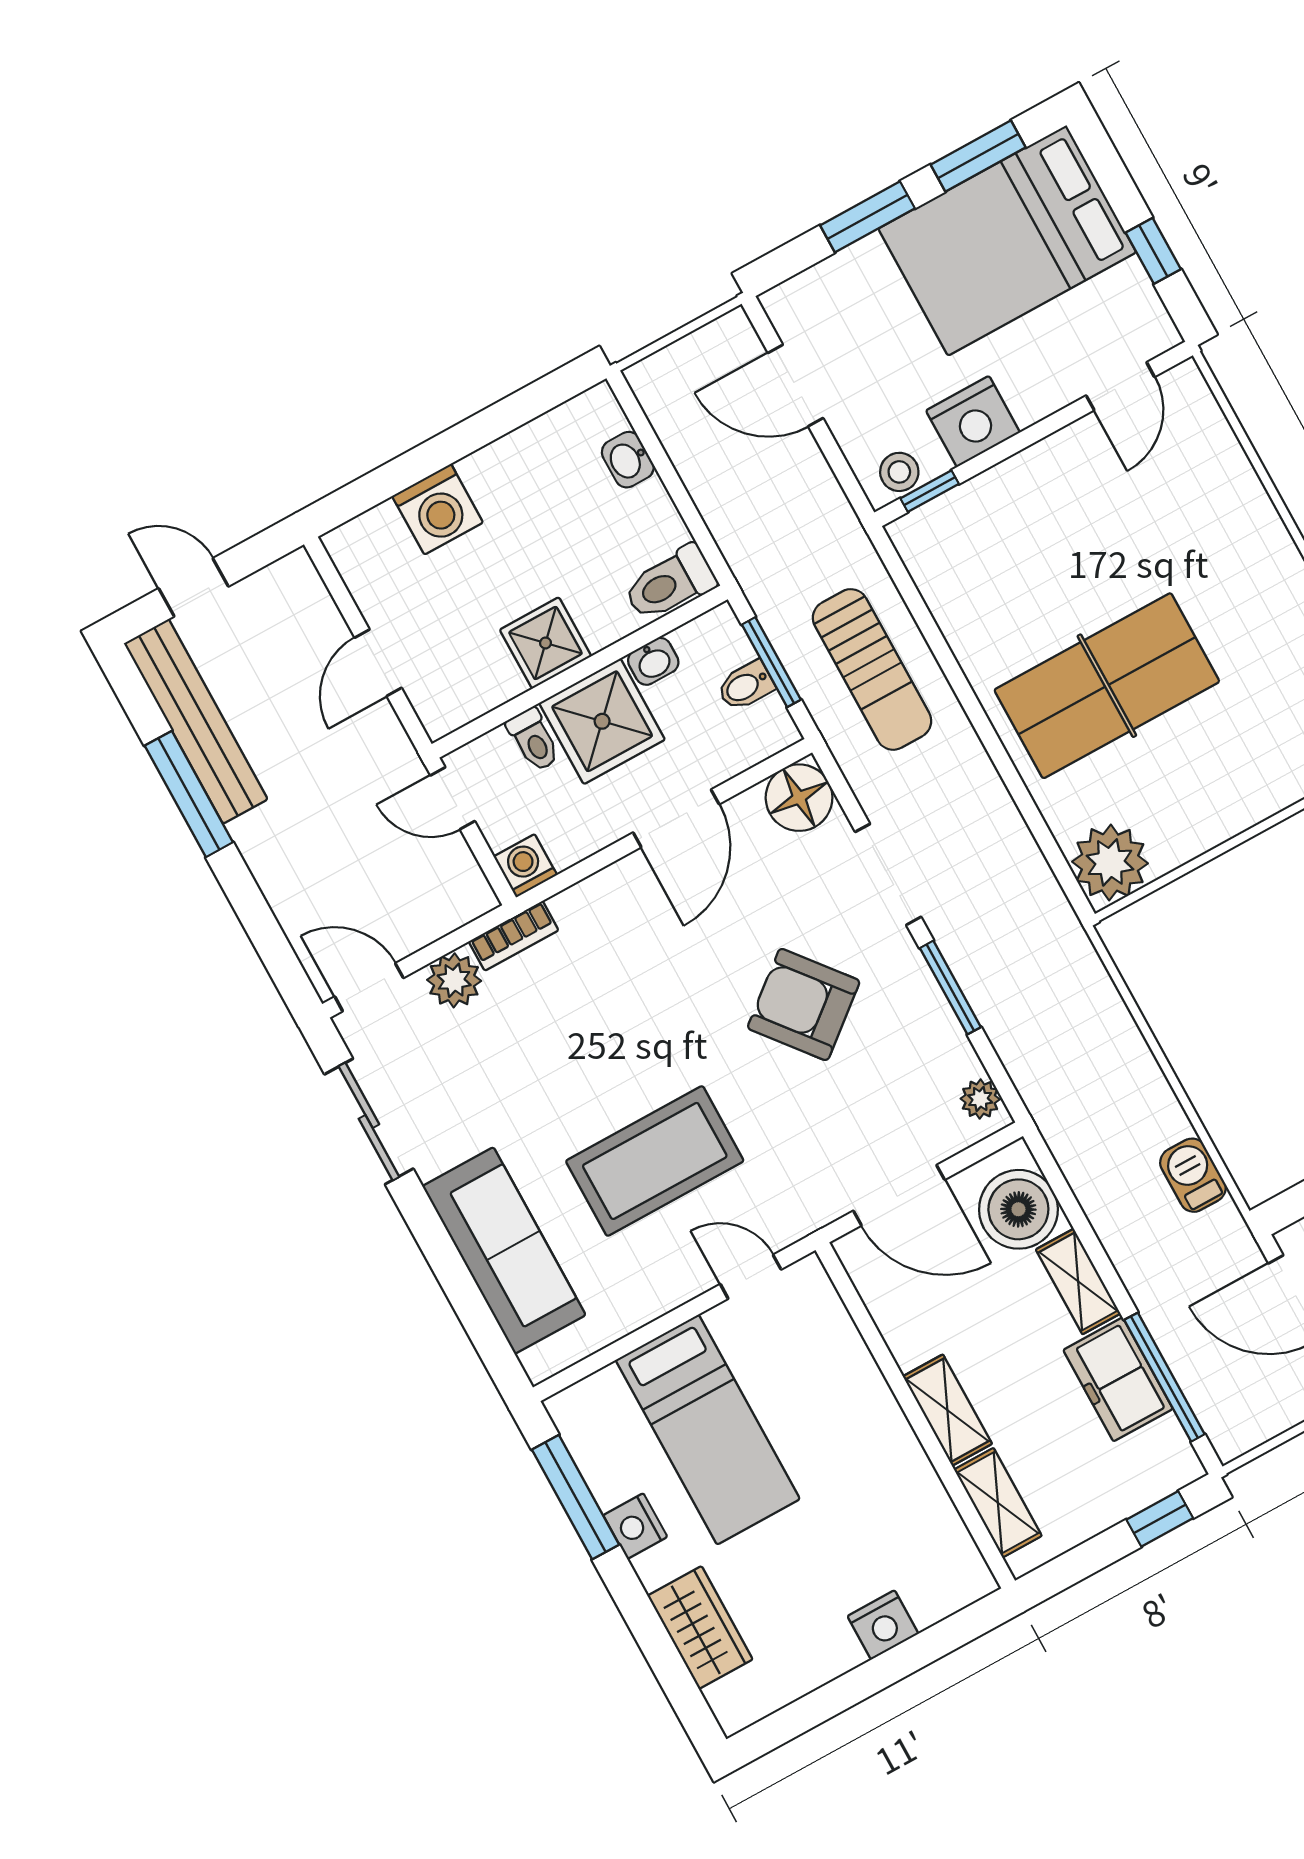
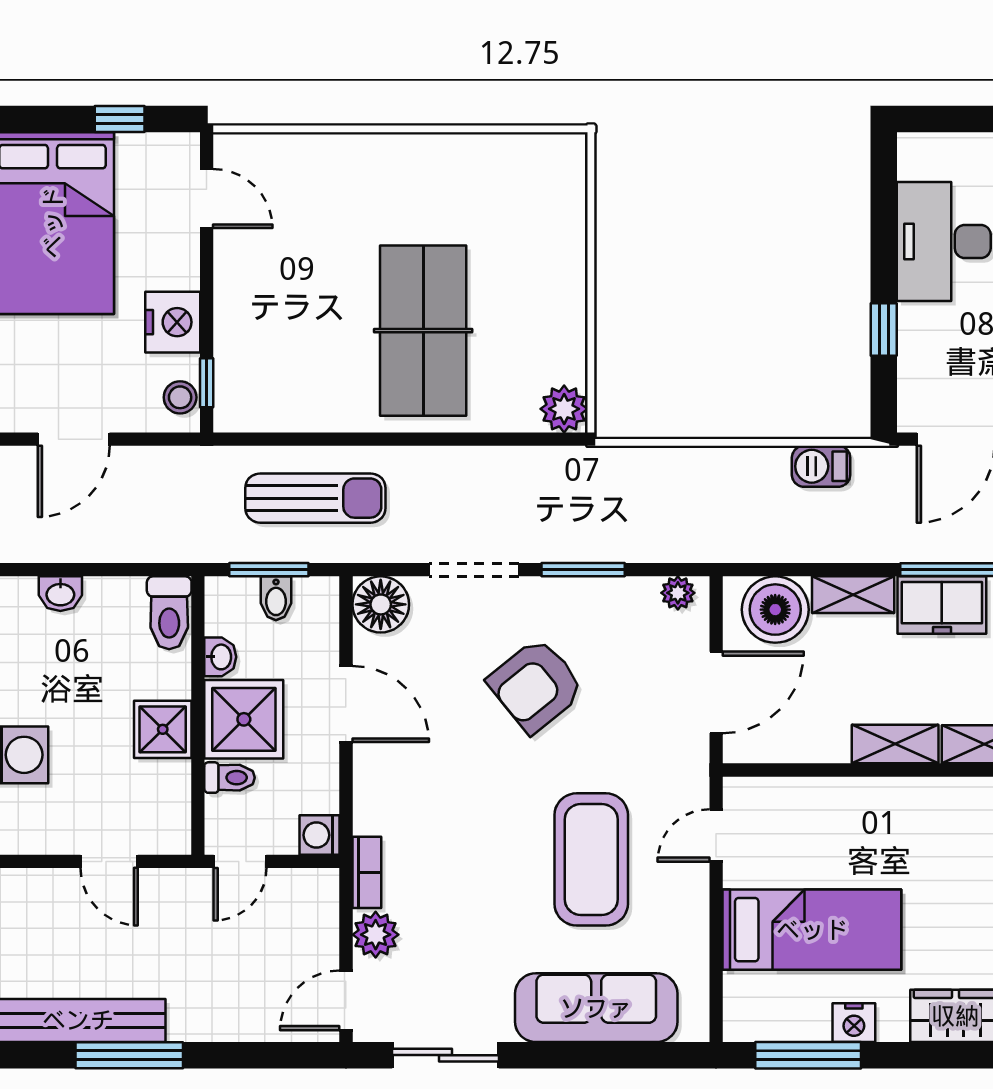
plant: (1110, 862) -> (564, 409), width x0.73, depth x0.73

